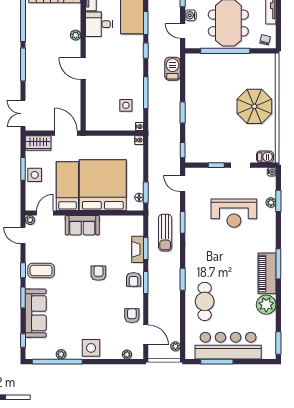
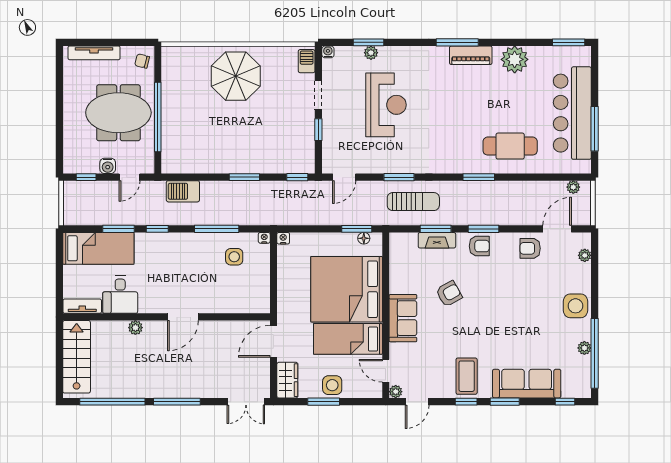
armchair: (98, 273) -> (449, 294), moved, turned 151
piano: (267, 273) -> (471, 55), width x0.73, depth x0.75

